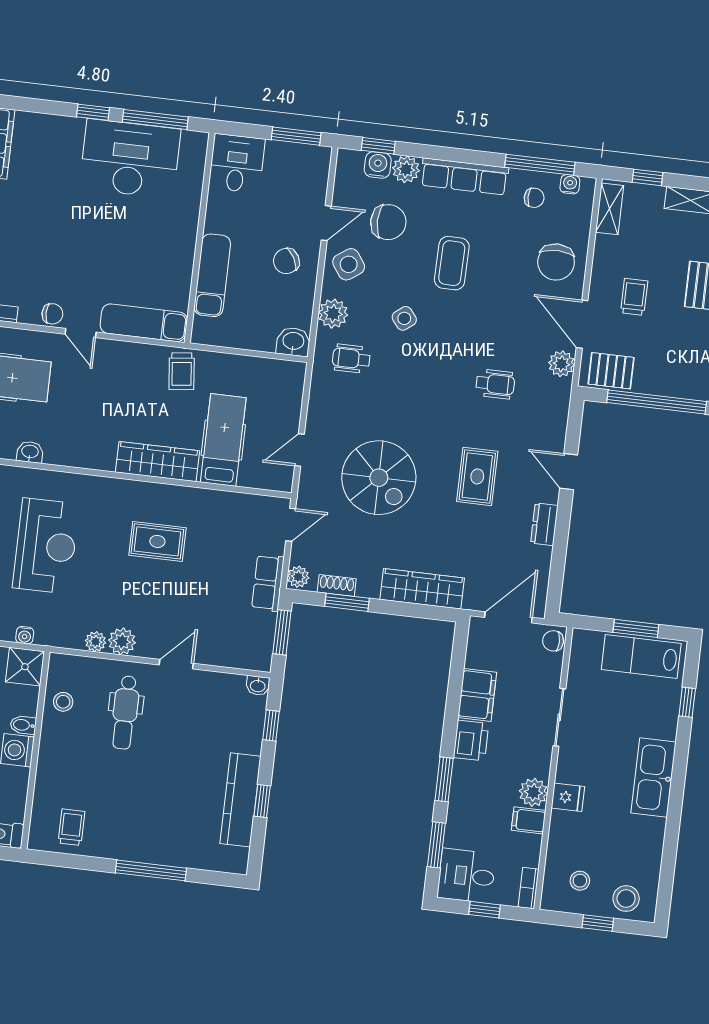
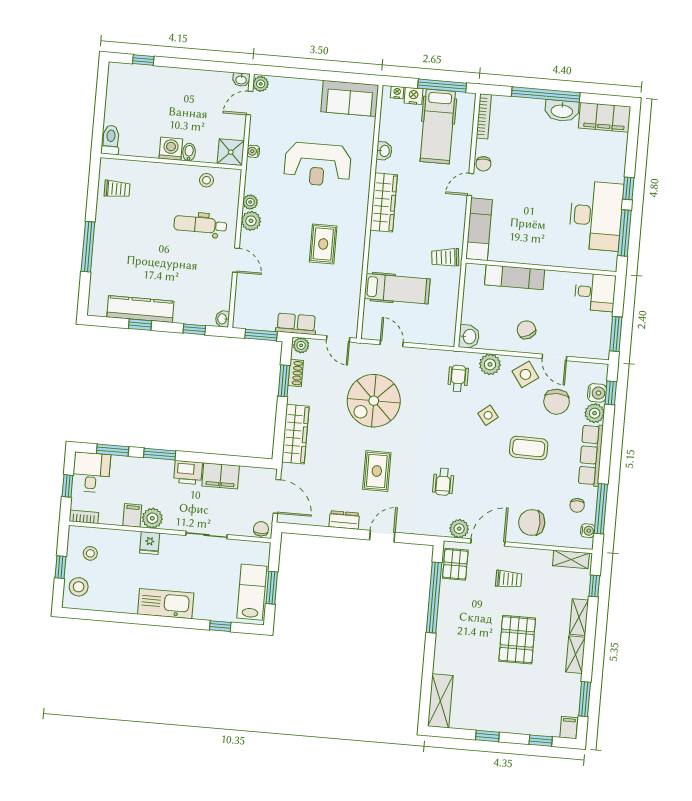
wardrobe: (157, 462) -> (384, 202), moved
rug: (477, 476) -> (377, 471), turned 90

